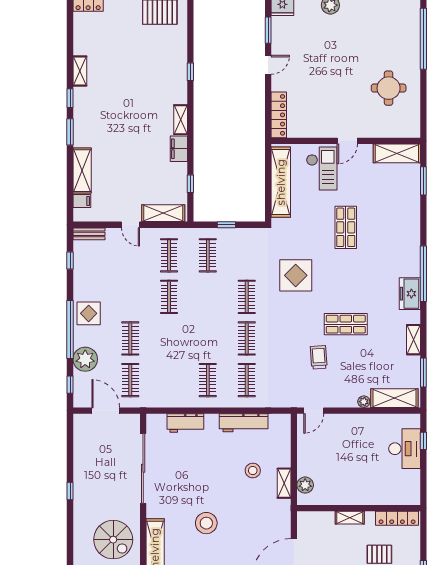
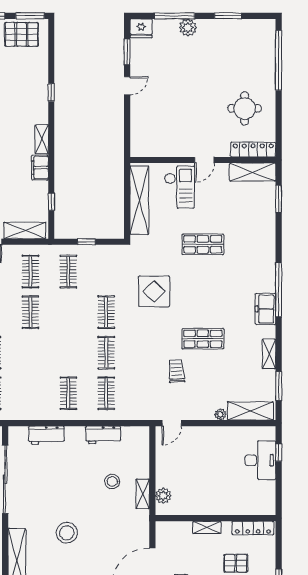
locker: (279, 115) -> (253, 150), moved, turned -90
shop shelf: (346, 227) -> (203, 244), turned 90
workbench: (244, 423) -> (103, 435), width x0.73

